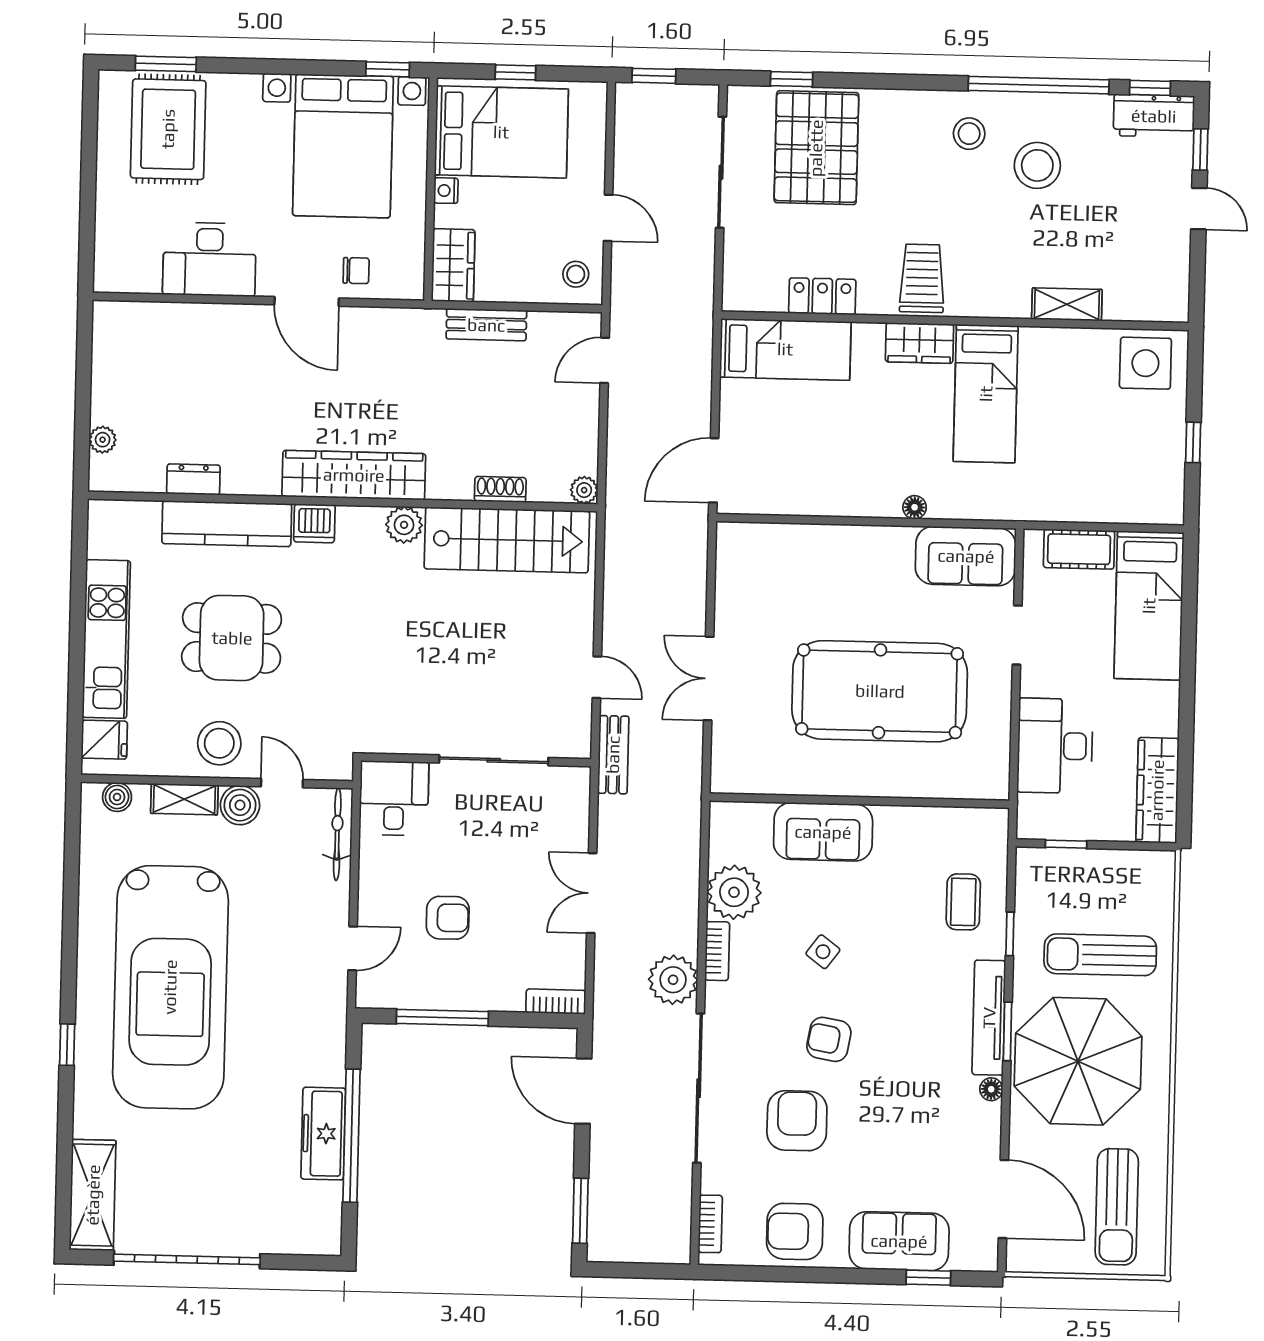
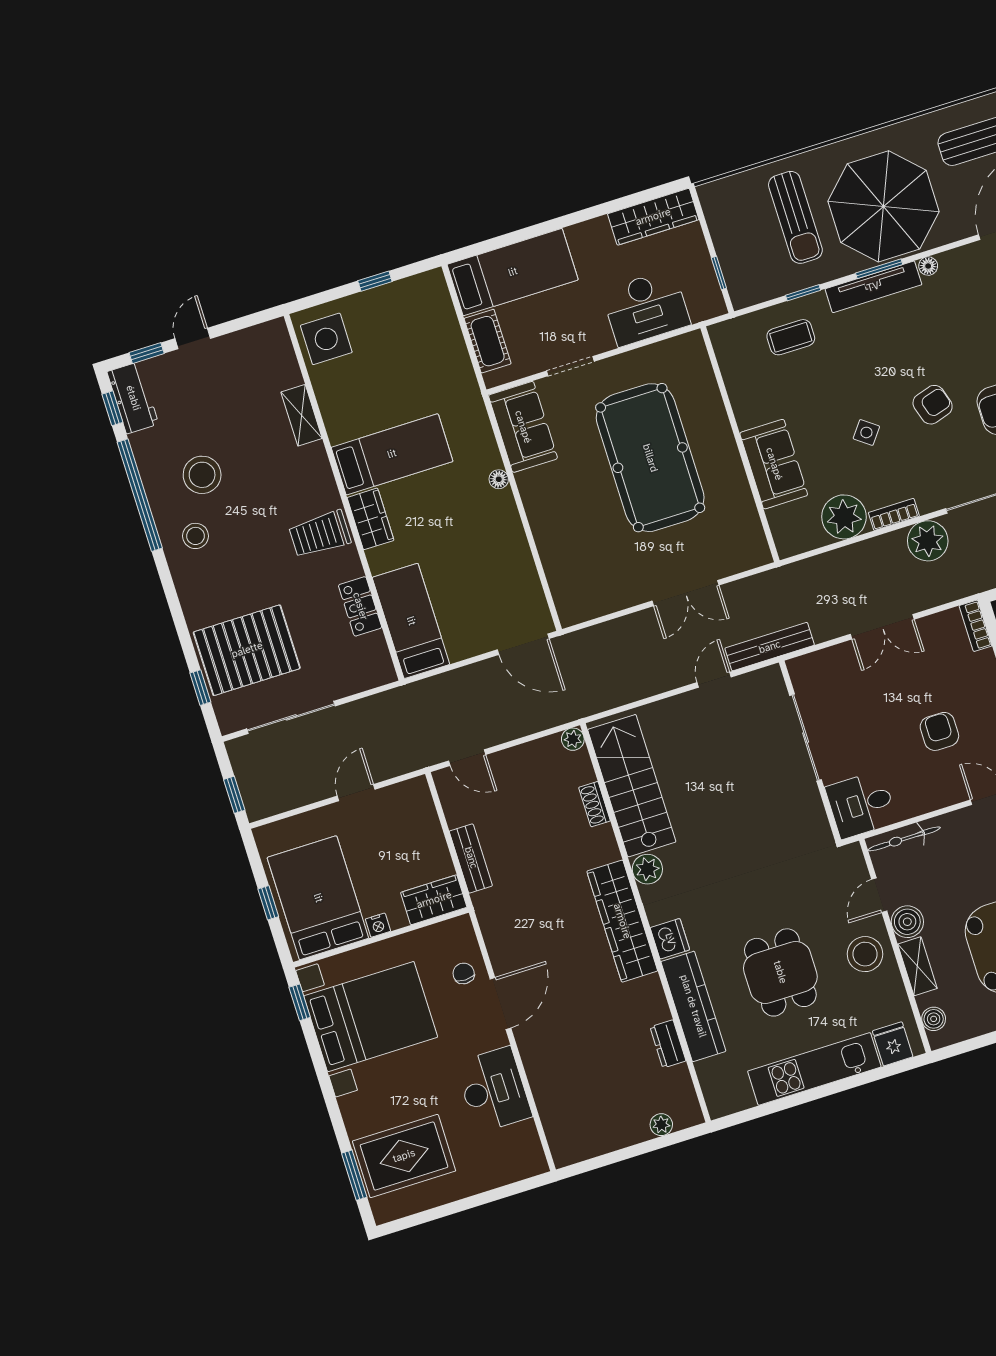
stool: (576, 274) -> (408, 803), removed
bench: (613, 755) -> (770, 647), width x1.36
armchair: (829, 1039) -> (933, 405), turned -117

